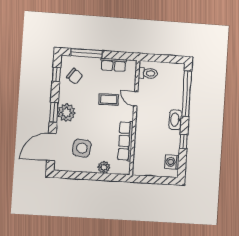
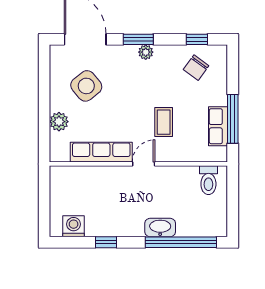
window: (86, 53) -> (233, 119), moved
door: (136, 99) -> (144, 164), moved
plant: (66, 113) -> (146, 52), width x0.53, depth x0.53
washbasin: (175, 120) -> (160, 228), moved
side table: (82, 148) -> (86, 86), turned 45

